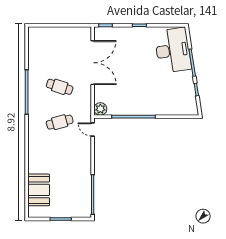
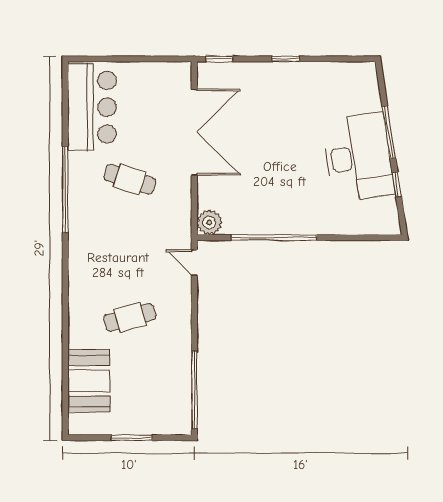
bar counter: (40, 50) -> (92, 107), added
desk: (173, 50) -> (358, 157), moved
cafe table: (60, 122) -> (130, 317), moved

